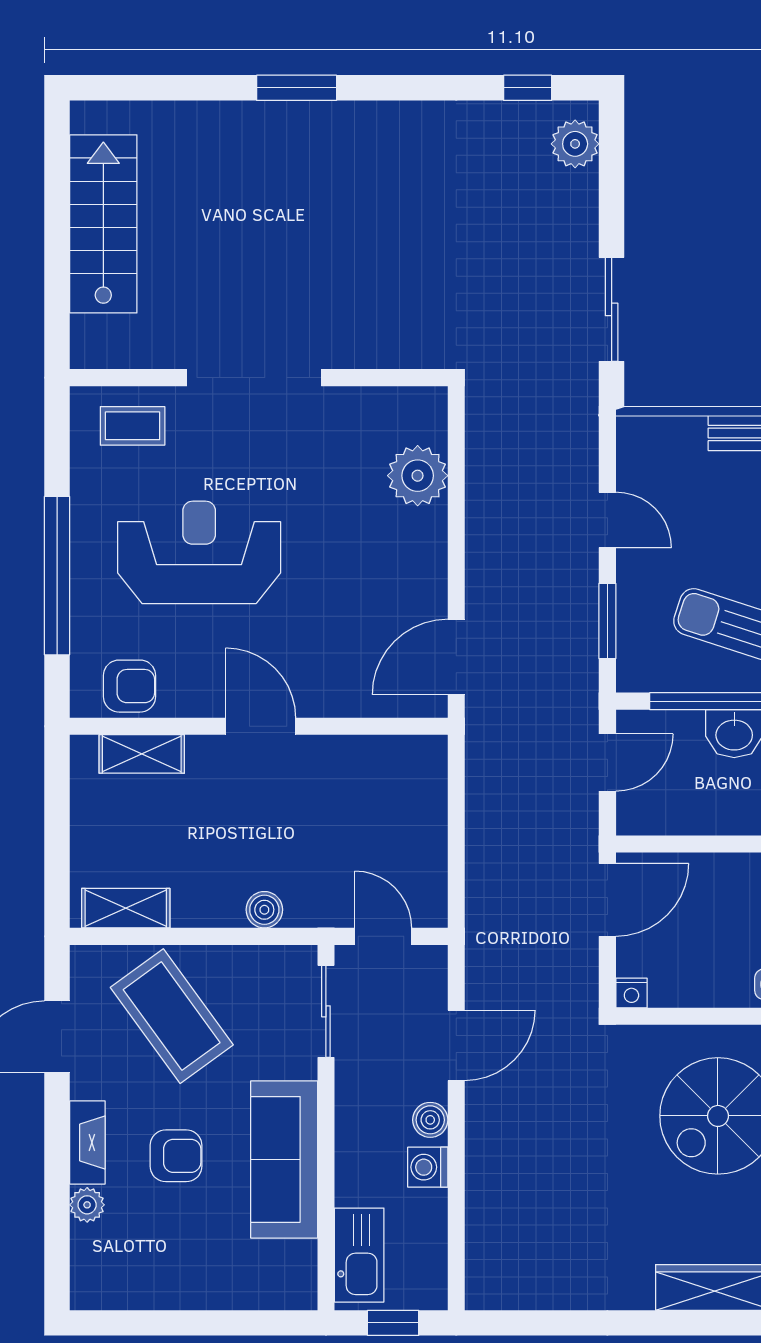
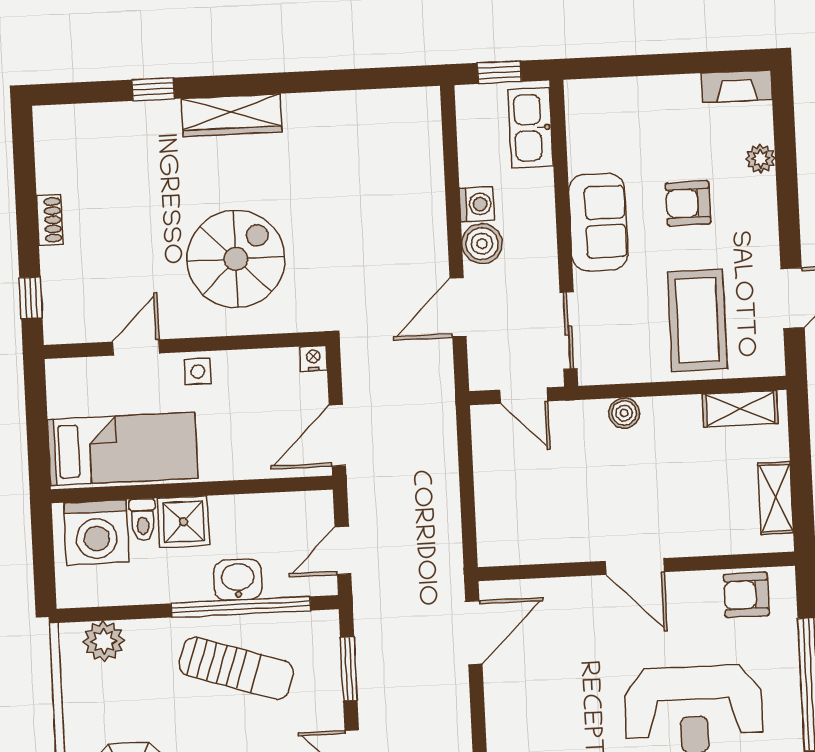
shelving: (142, 754) -> (776, 498), moved, turned 90
coffee table: (172, 1016) -> (697, 320), turned 36
boiler: (430, 1120) -> (482, 244), width x1.36, depth x1.36
fireplace: (87, 1142) -> (737, 86), moved, turned -90
sofa: (284, 1159) -> (598, 222), width x0.73

